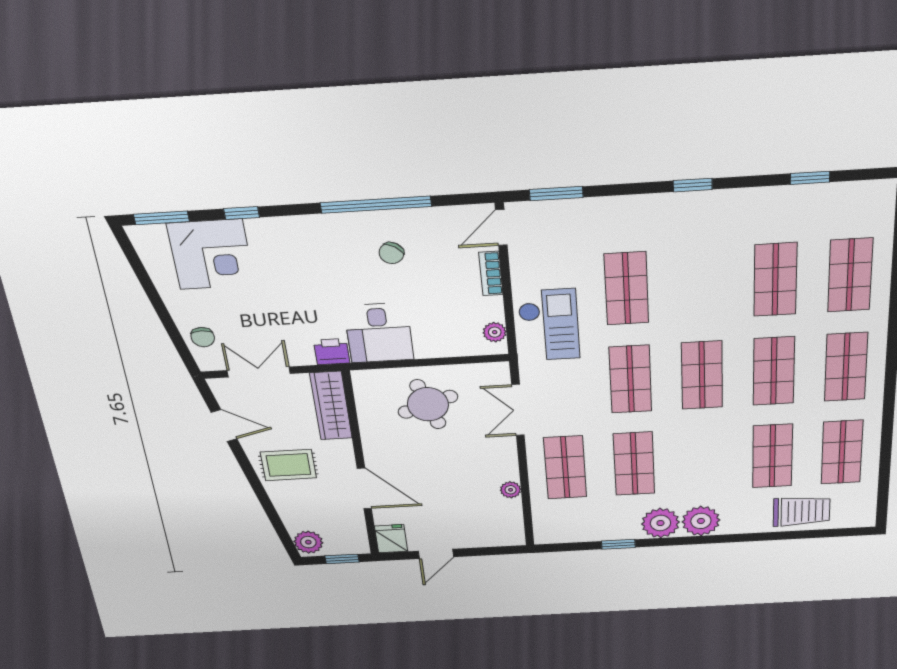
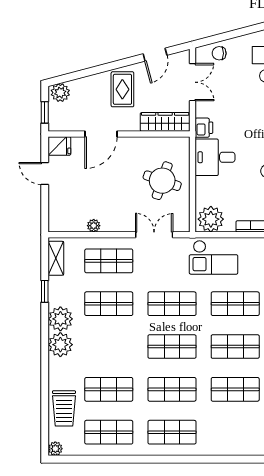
shop shelf: (850, 275) -> (235, 347), moved
plant: (495, 332) -> (211, 219), width x1.88, depth x1.88
round table: (428, 404) -> (162, 181), turned 38
plant: (865, 518) -> (55, 449), added
shelving: (566, 534) -> (56, 258), added

